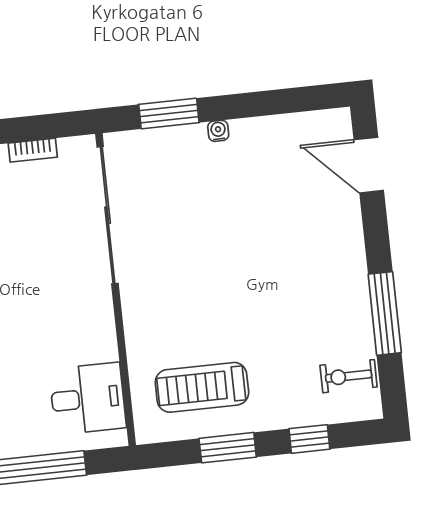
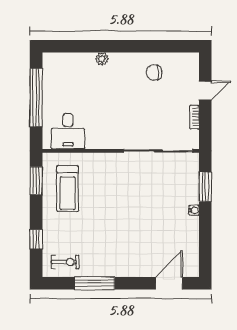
exercise bike: (349, 376) -> (65, 262), turned 90
treadmill: (202, 387) -> (68, 189), turned 180
window: (228, 448) -> (36, 181), moved

